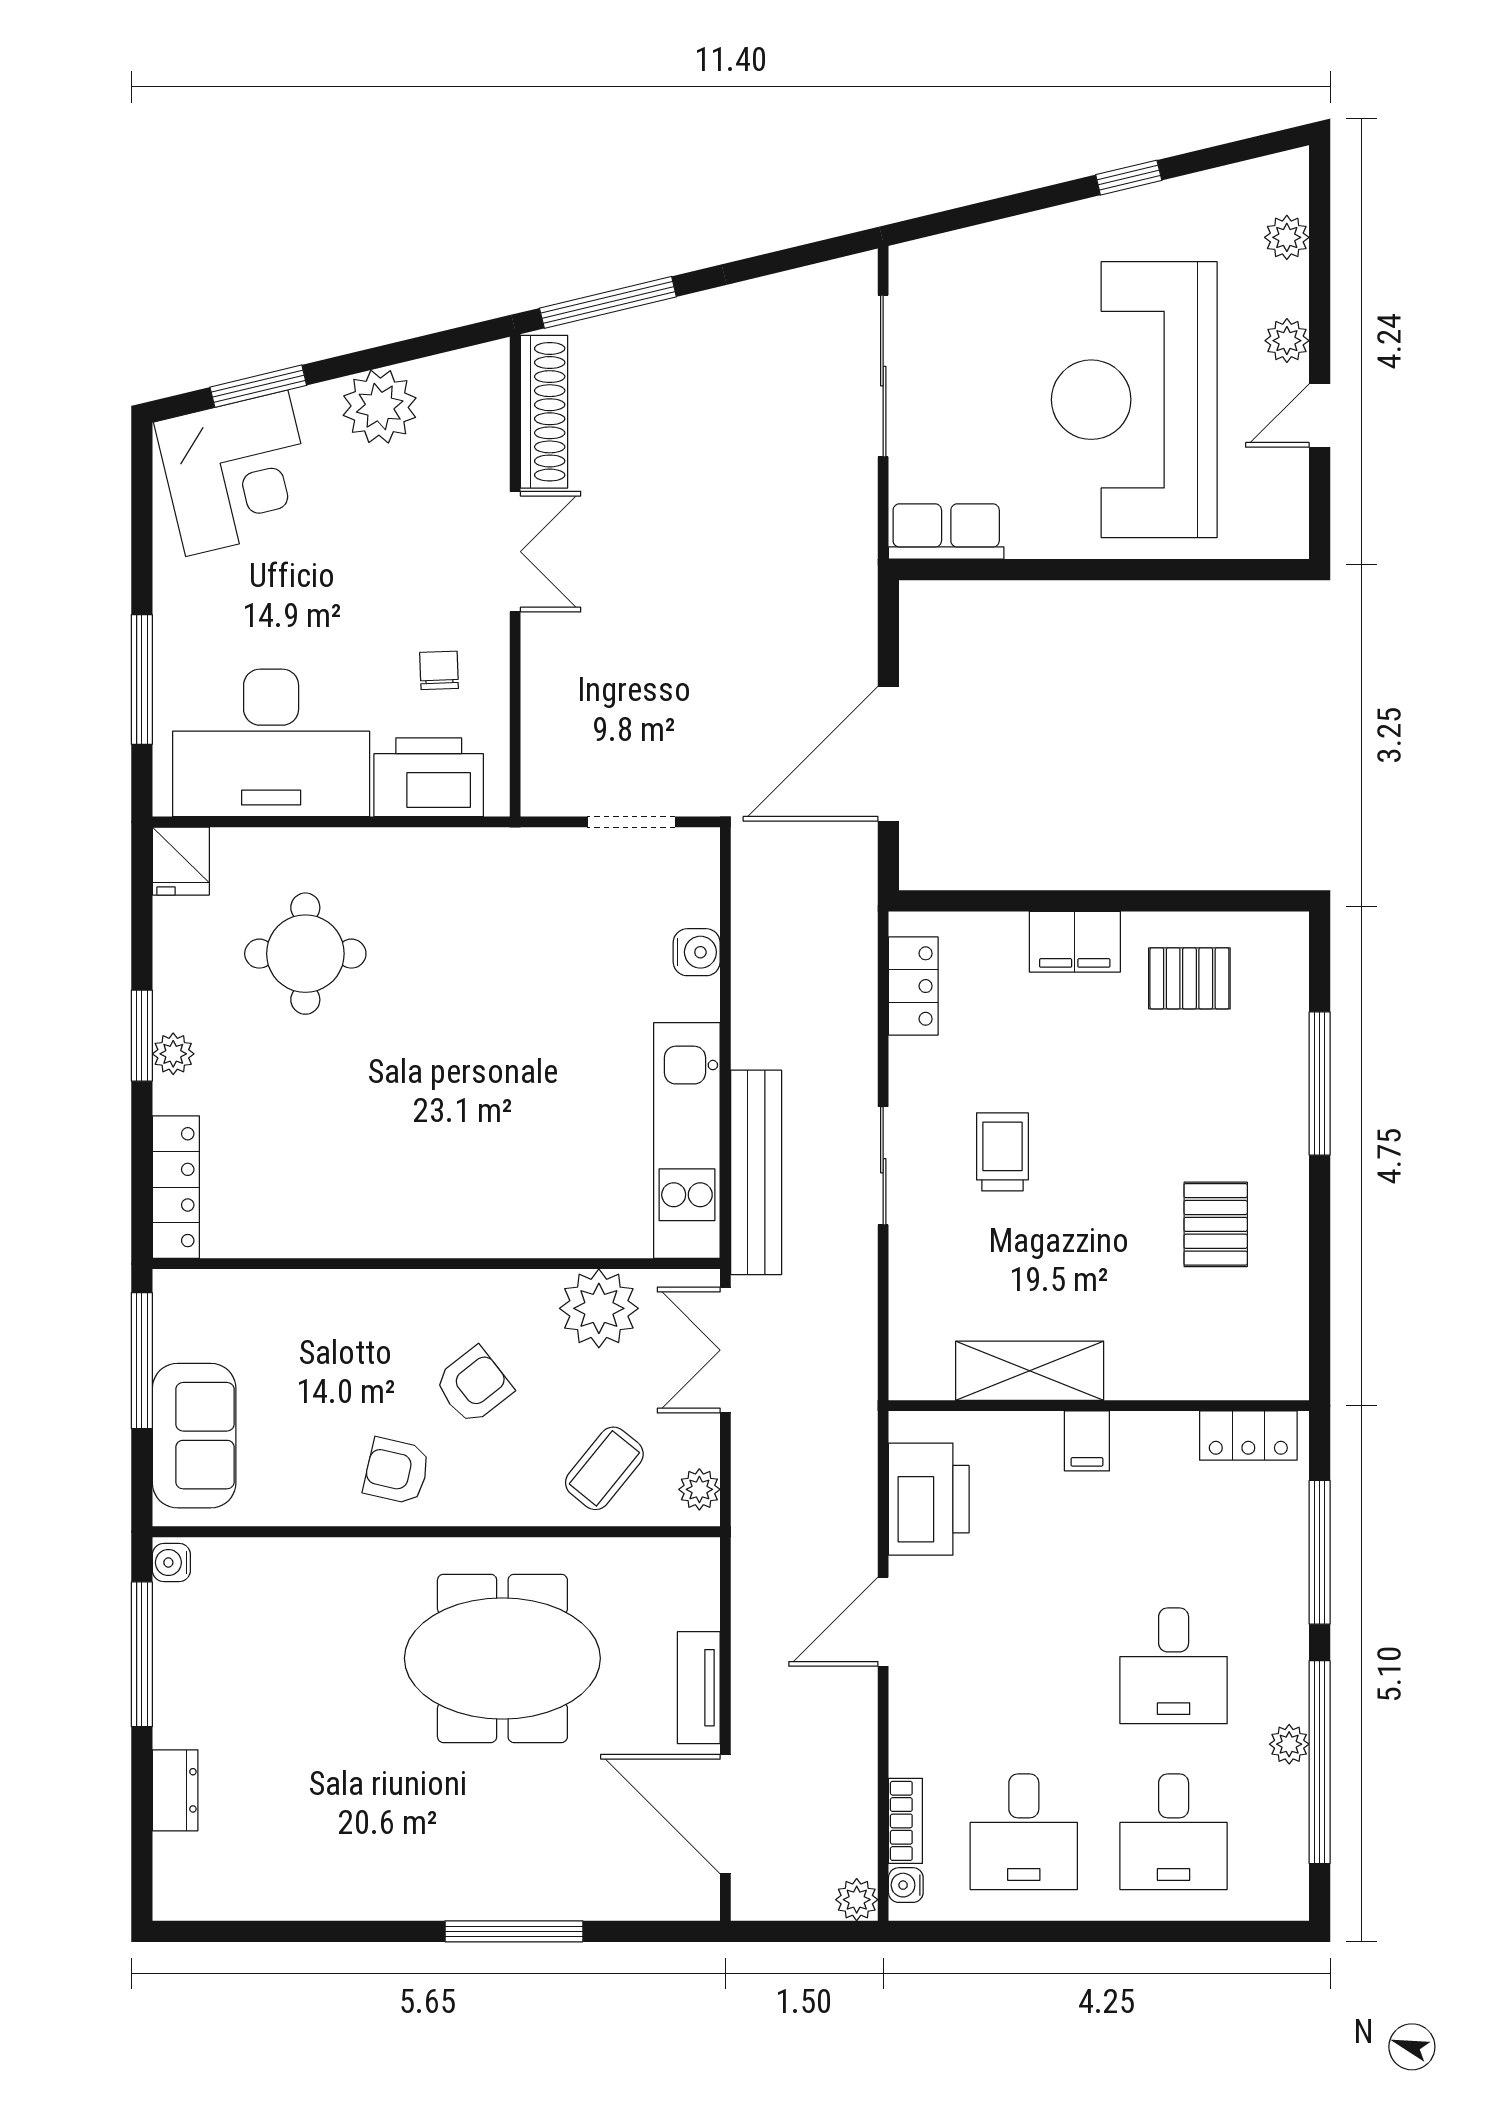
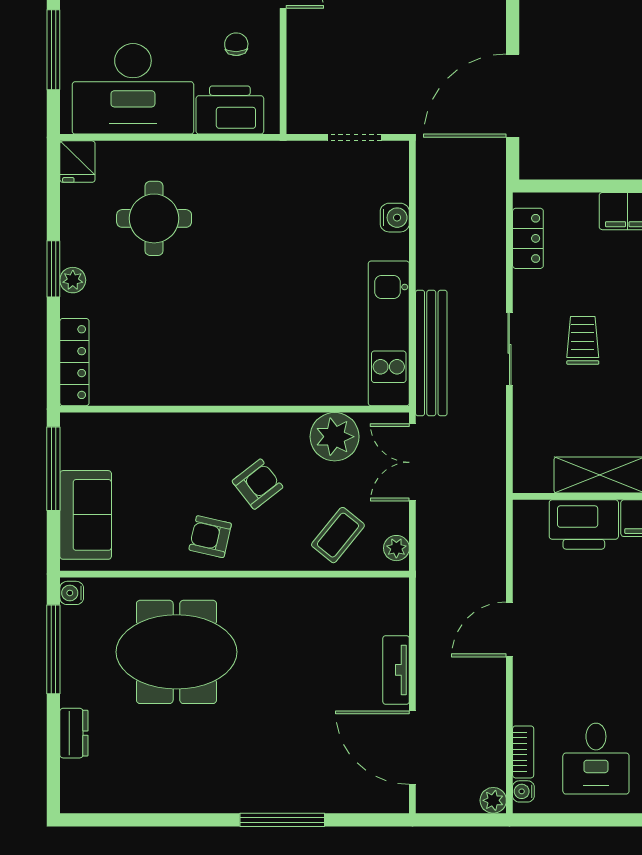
printer: (929, 1499) -> (584, 524), moved, turned 90
meeting table: (502, 1658) -> (176, 652), moved

